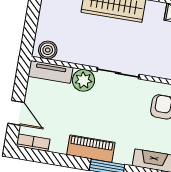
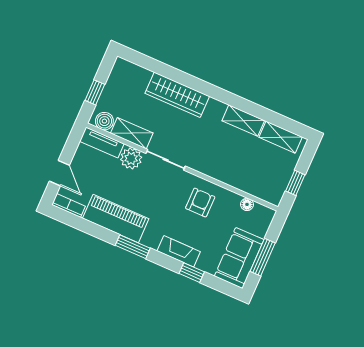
window: (31, 24) -> (95, 92), added
shelving: (78, 55) -> (132, 133), added
piano: (91, 149) -> (116, 219), width x1.37, depth x1.33

